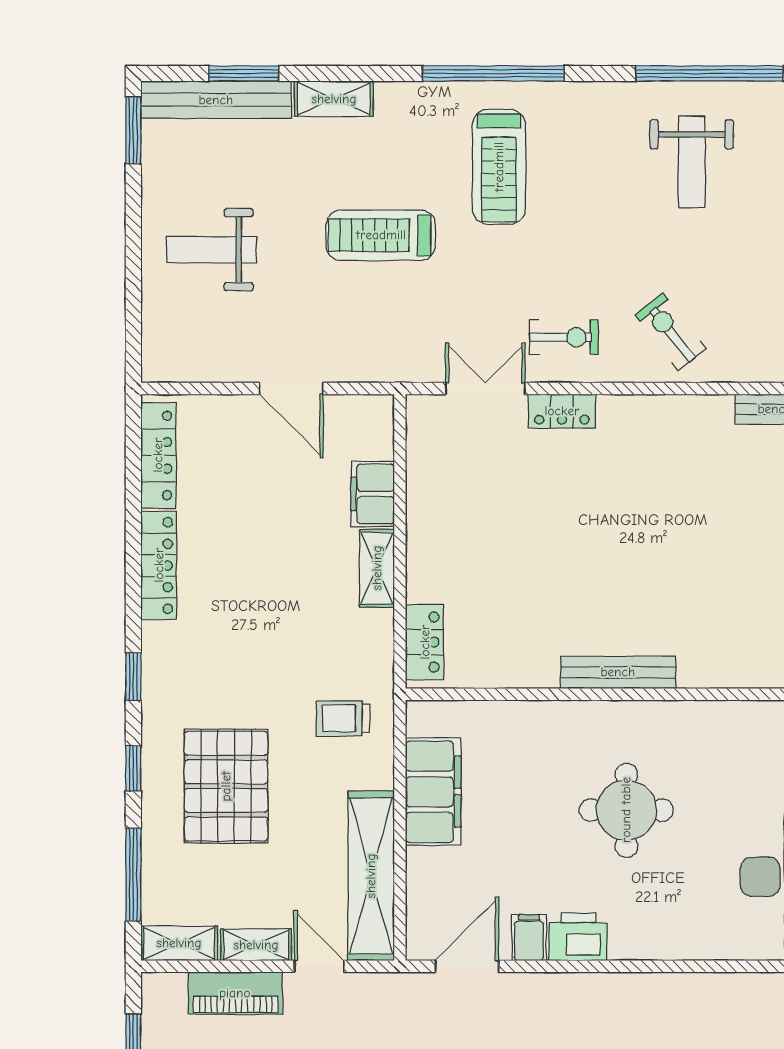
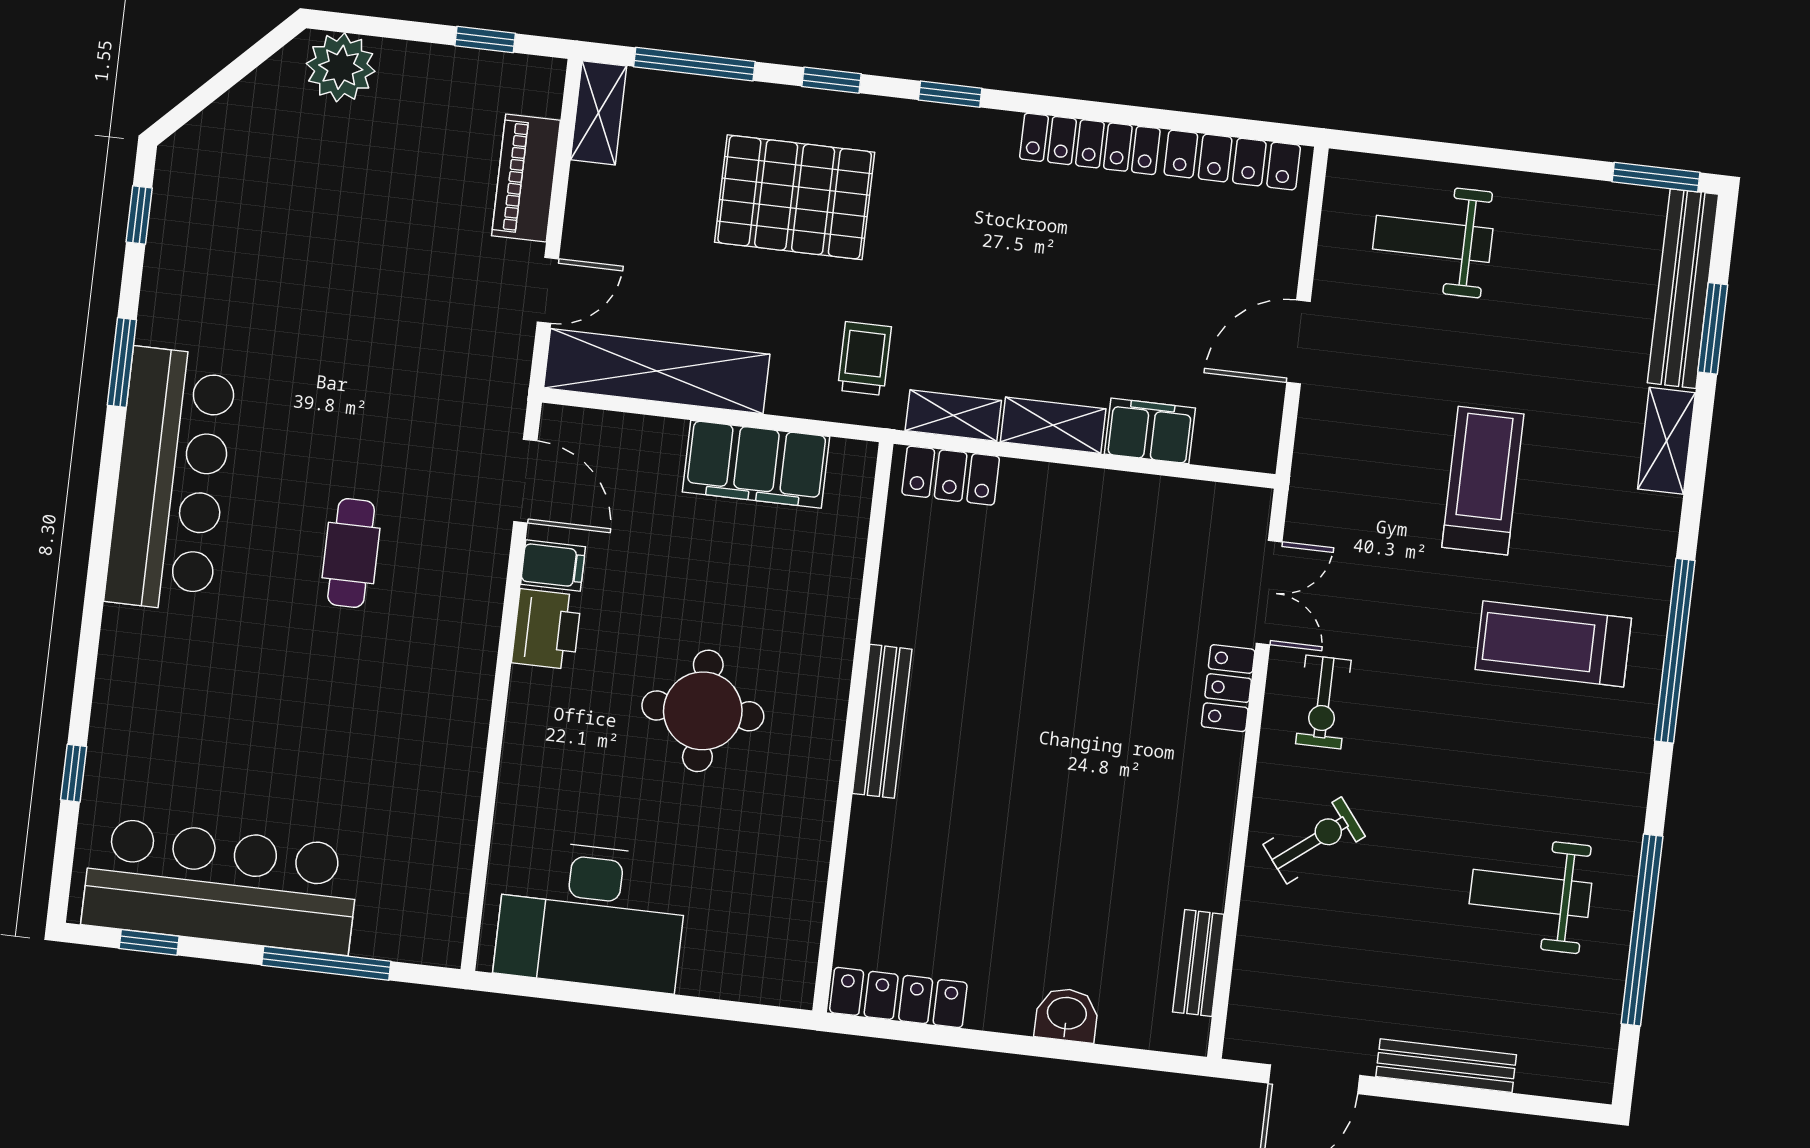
weight bench: (212, 250) -> (1433, 239), moved, turned -90
shelving: (256, 945) -> (953, 415), moved, turned 90

